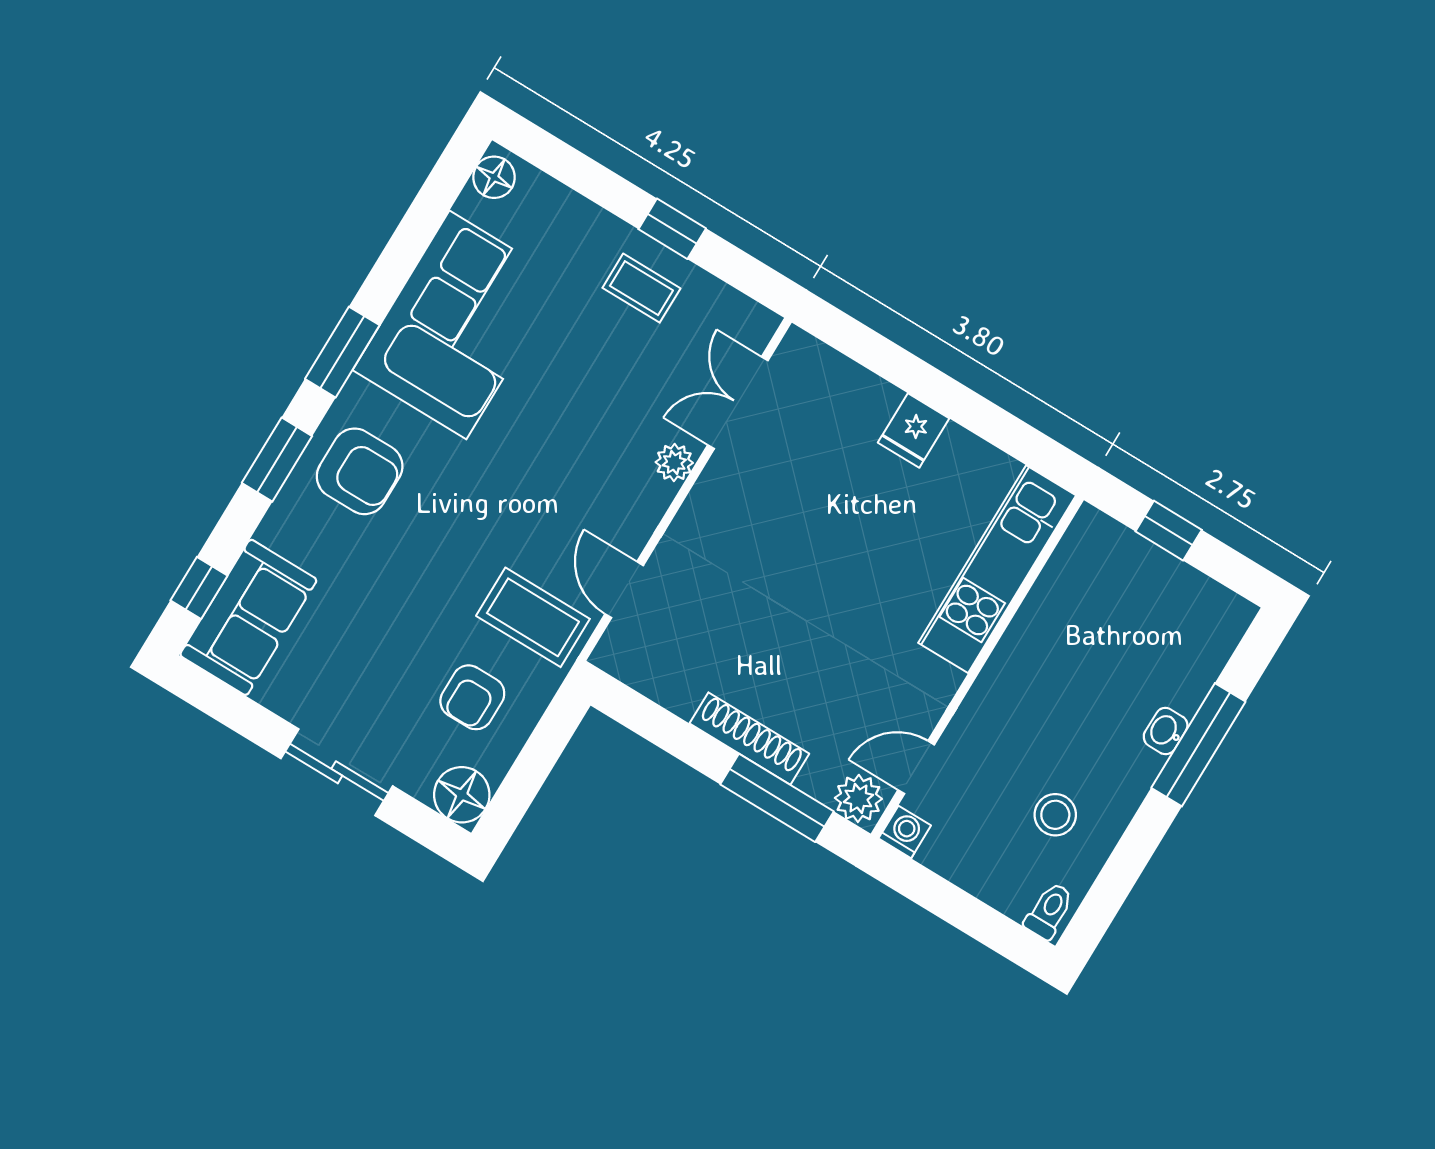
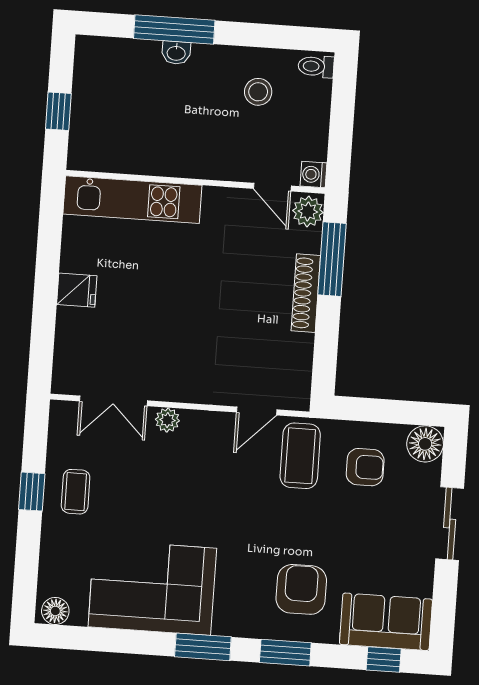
armchair: (360, 471) -> (301, 589), moved

